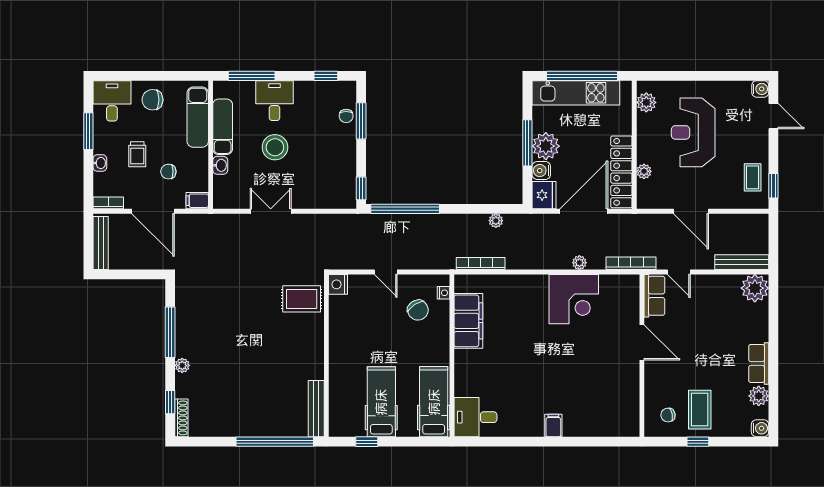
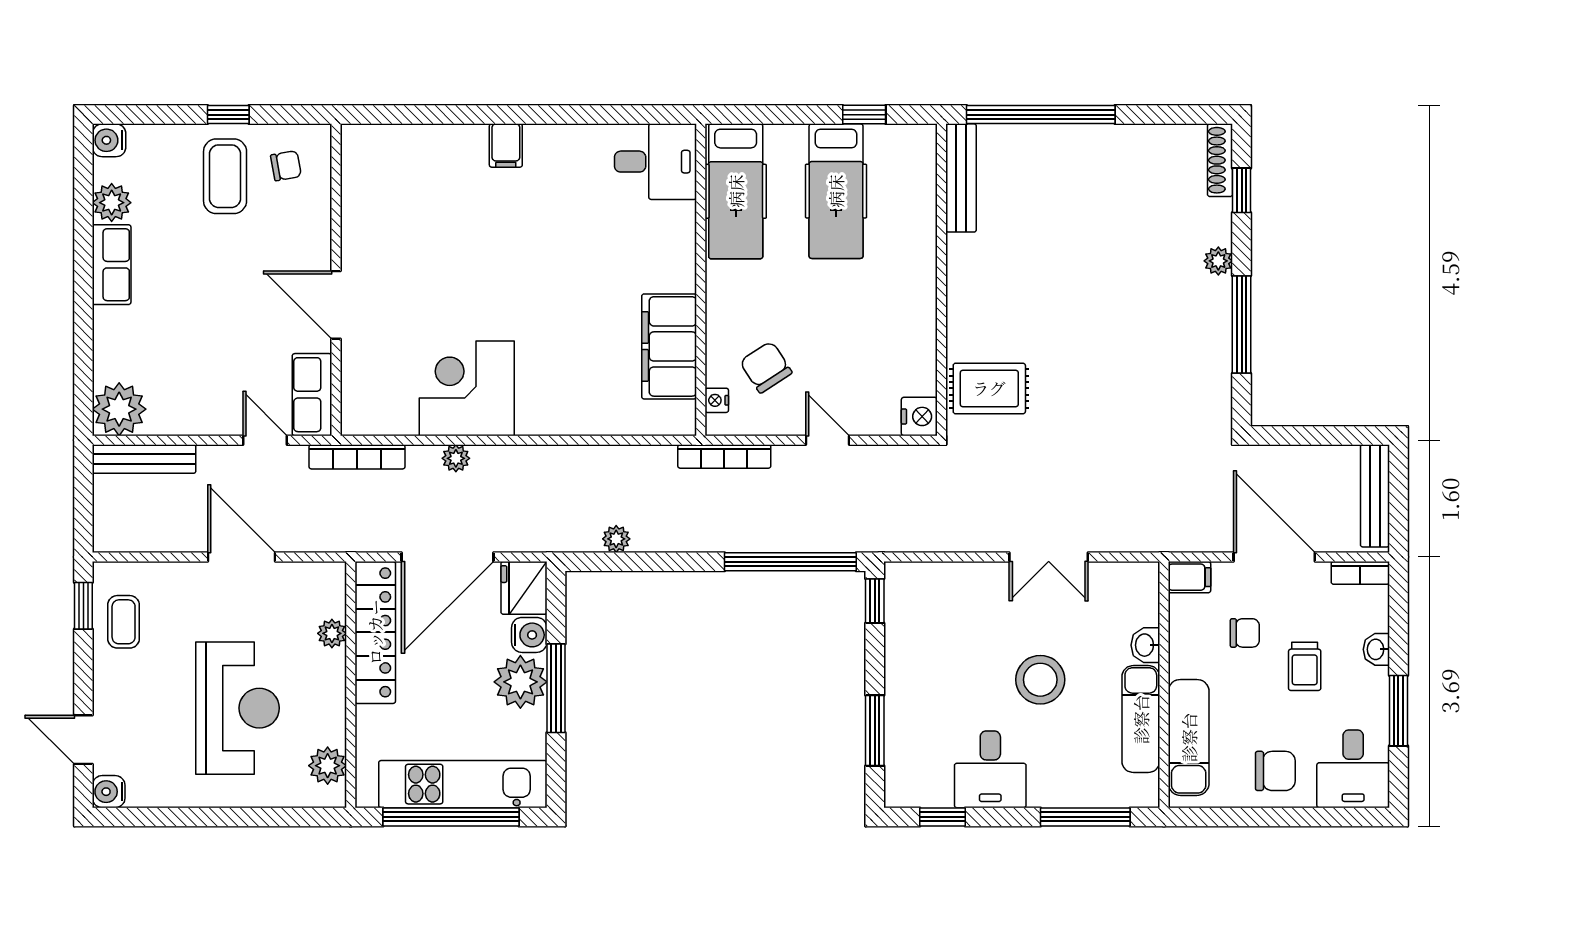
desk: (275, 101) -> (990, 769), moved
chair: (346, 116) -> (904, 740), removed
trolley: (137, 154) -> (1305, 666), turned 180
bookcase: (481, 264) -> (724, 456), moved

